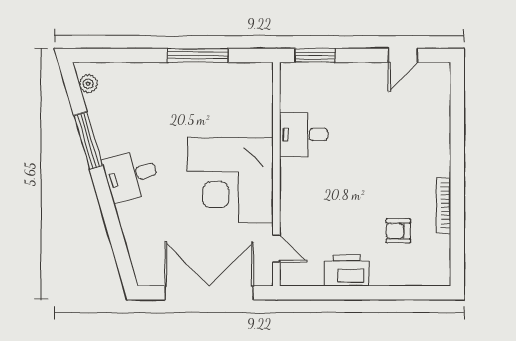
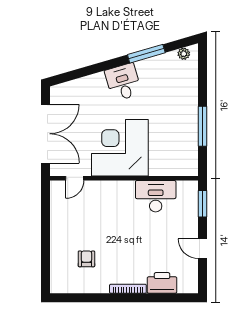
door: (403, 55) -> (202, 249), moved
desk: (304, 134) -> (156, 196), width x1.37
bookcase: (444, 205) -> (128, 289), moved
printer: (347, 270) -> (162, 283), moved, turned -90

